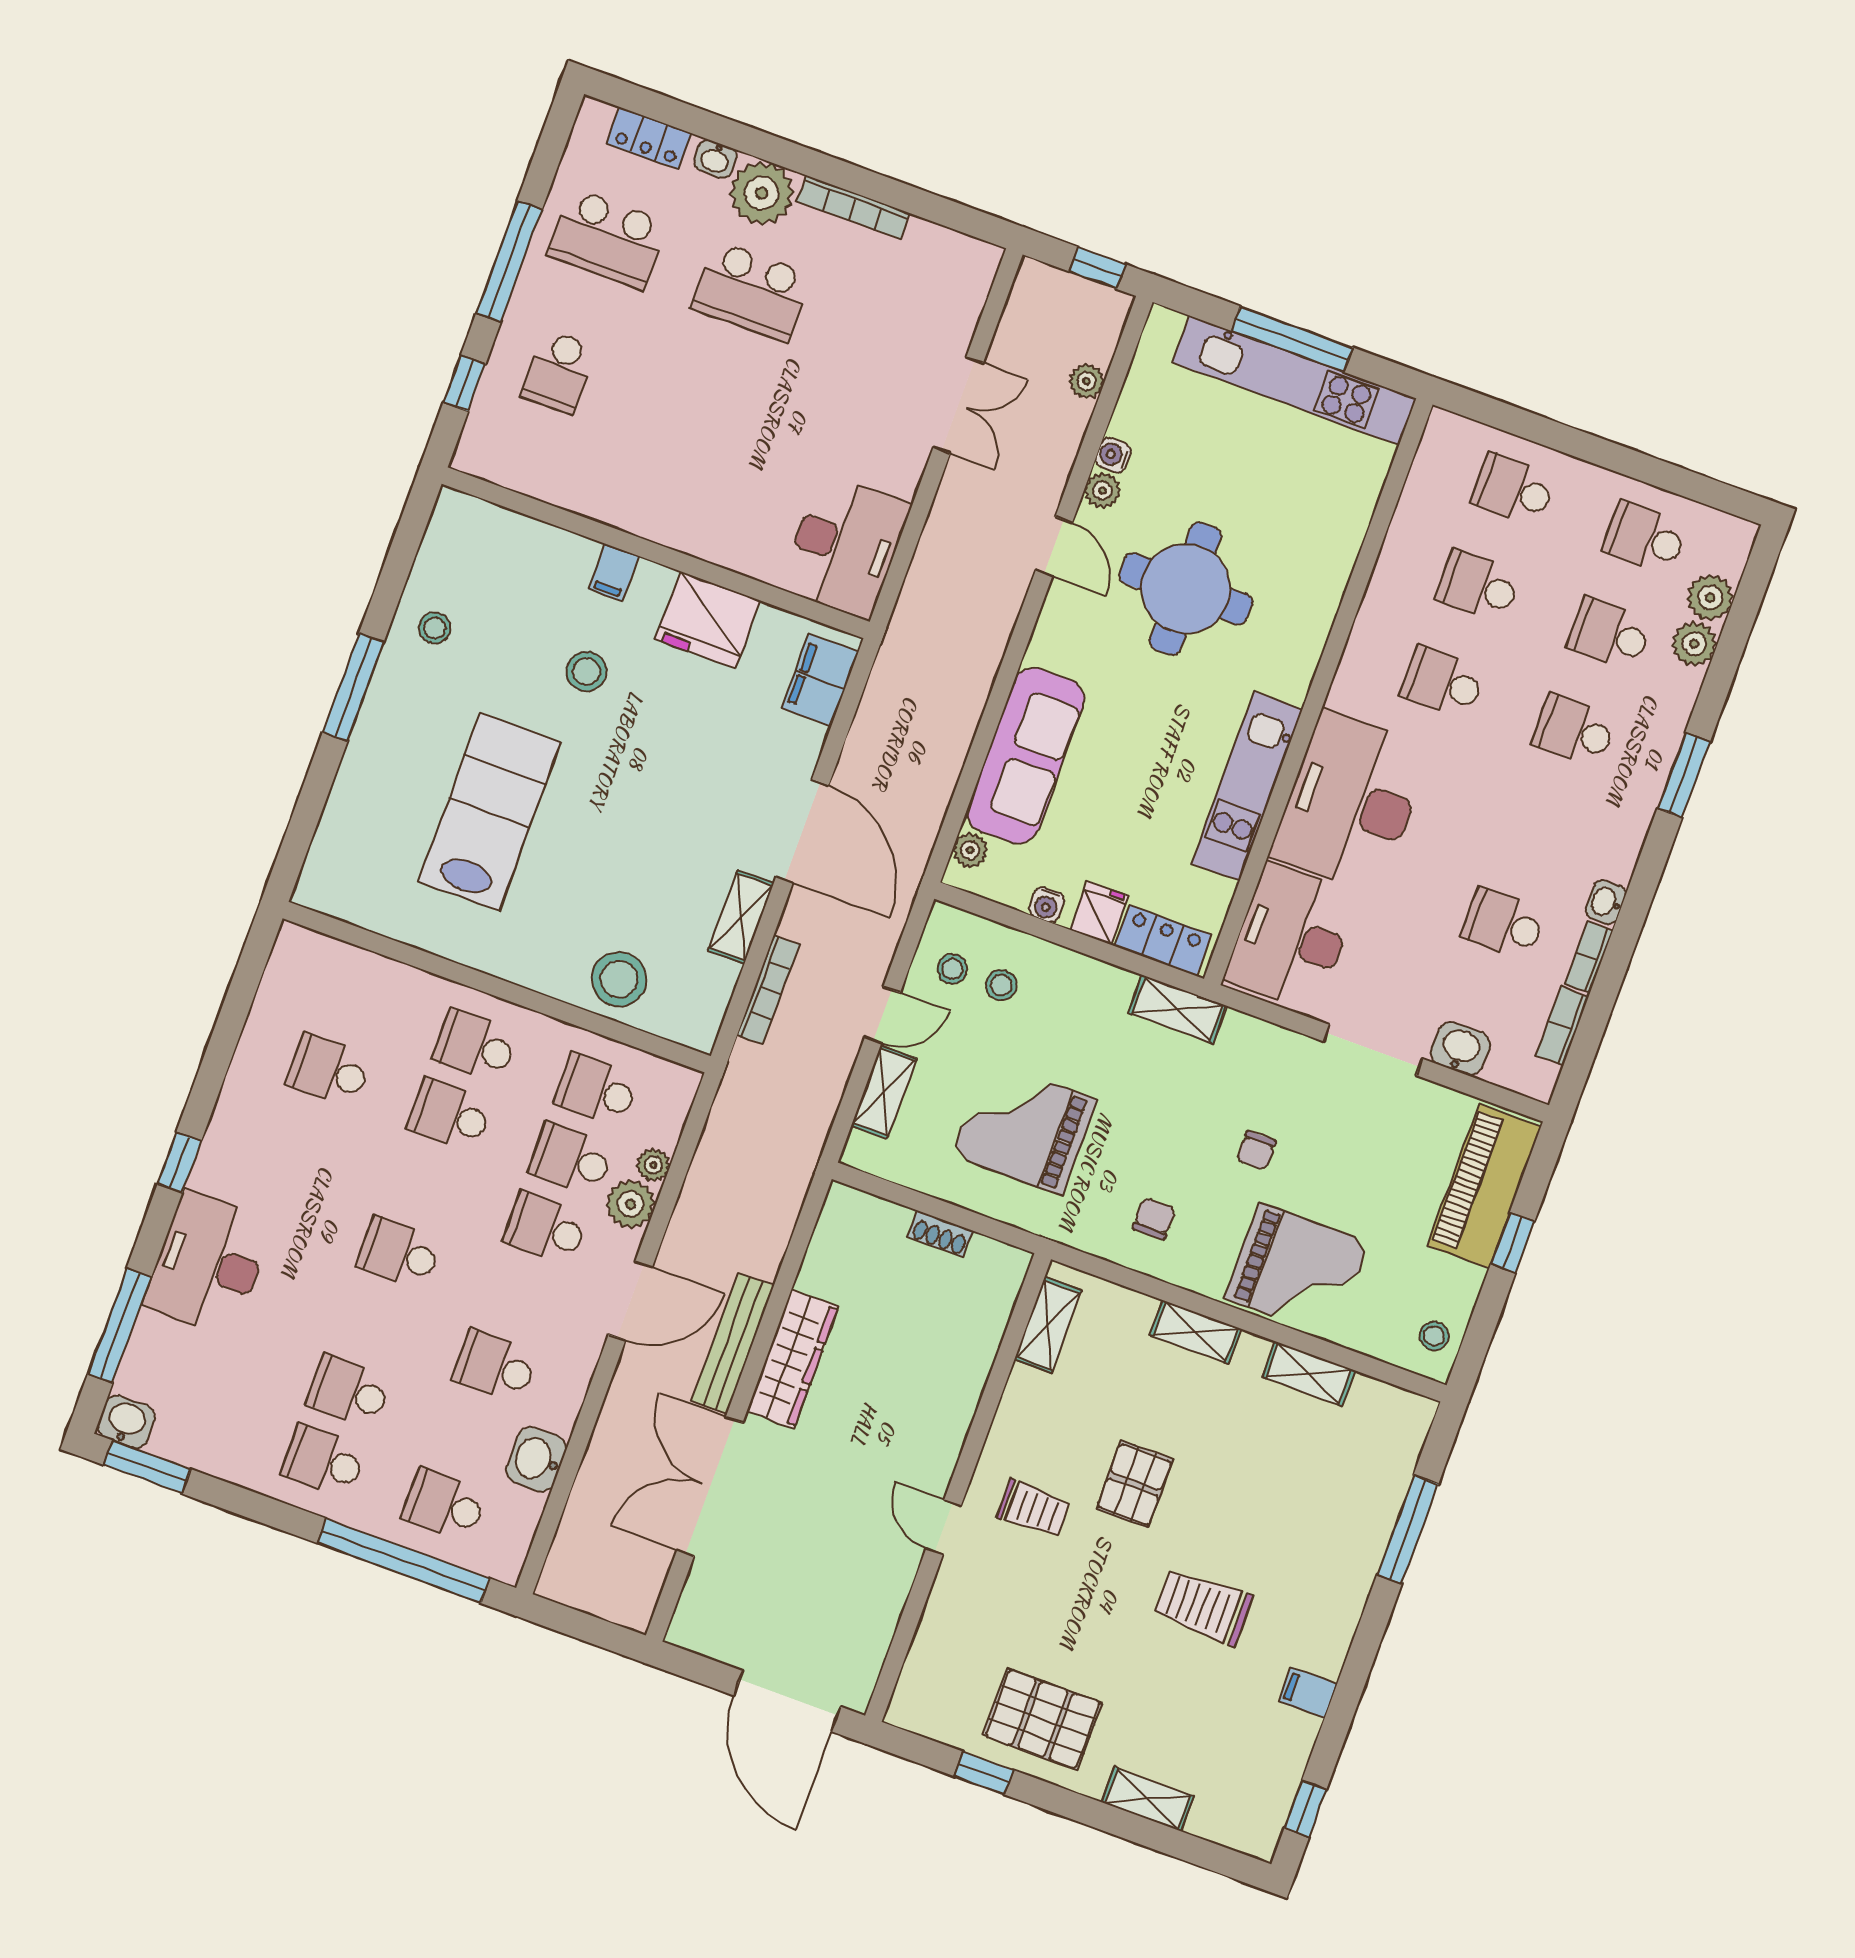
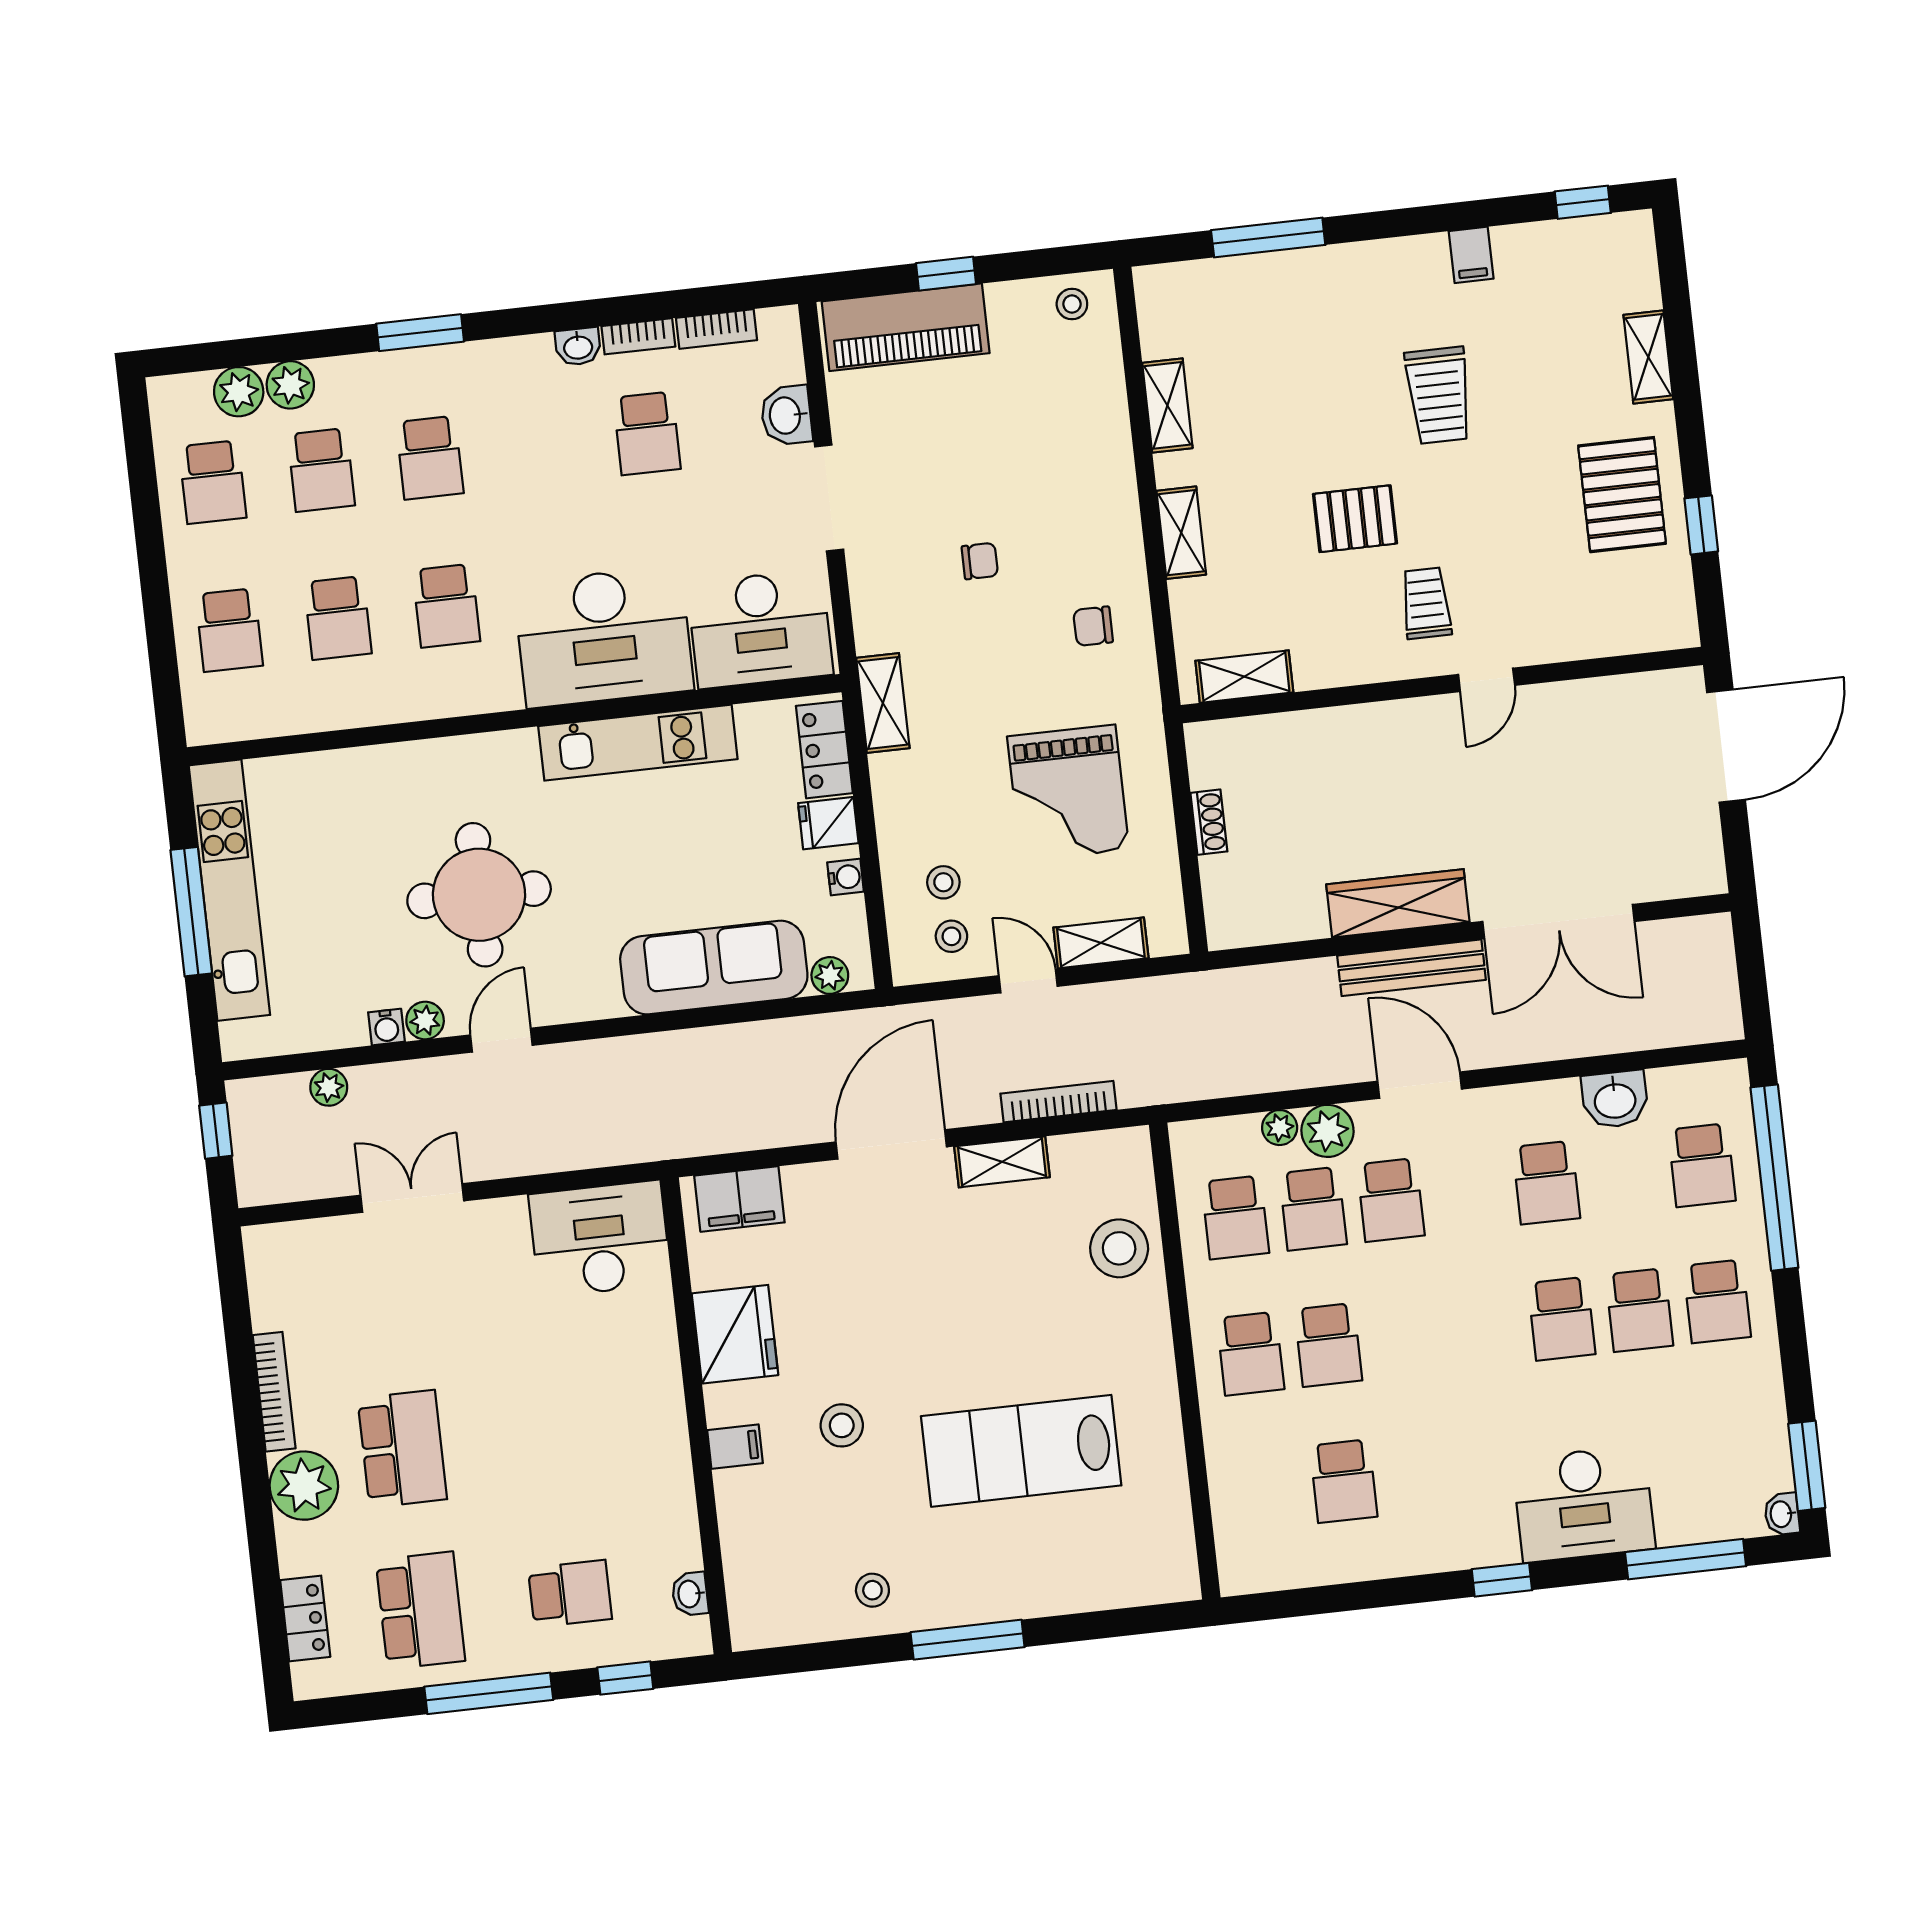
washbasin: (715, 159) -> (690, 1594), moved, turned 180
school desk: (399, 1253) -> (1562, 1319), moved
grand piano: (1297, 1270) -> (1075, 465), removed
washbasin: (126, 1422) -> (1782, 1514), width x0.72, depth x0.69

